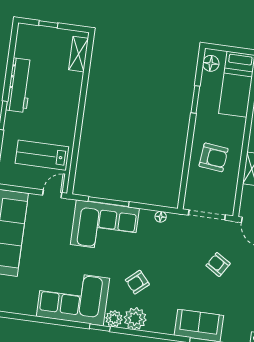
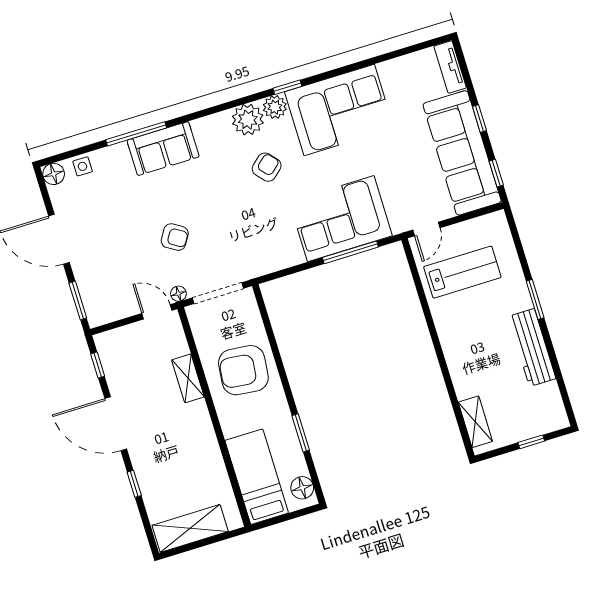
armchair: (214, 157) -> (243, 370), width x1.36, depth x1.36
floor lamp: (161, 217) -> (178, 294), moved

